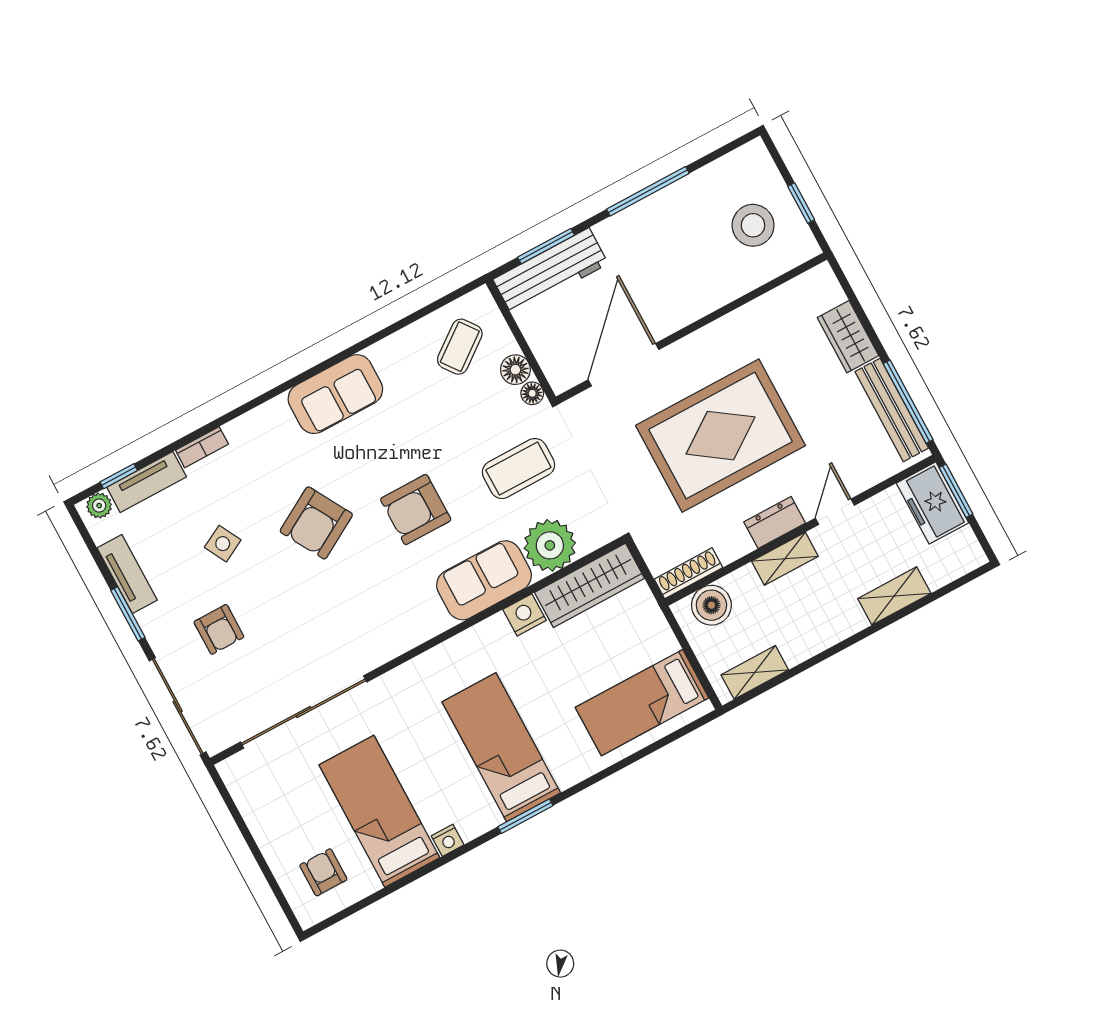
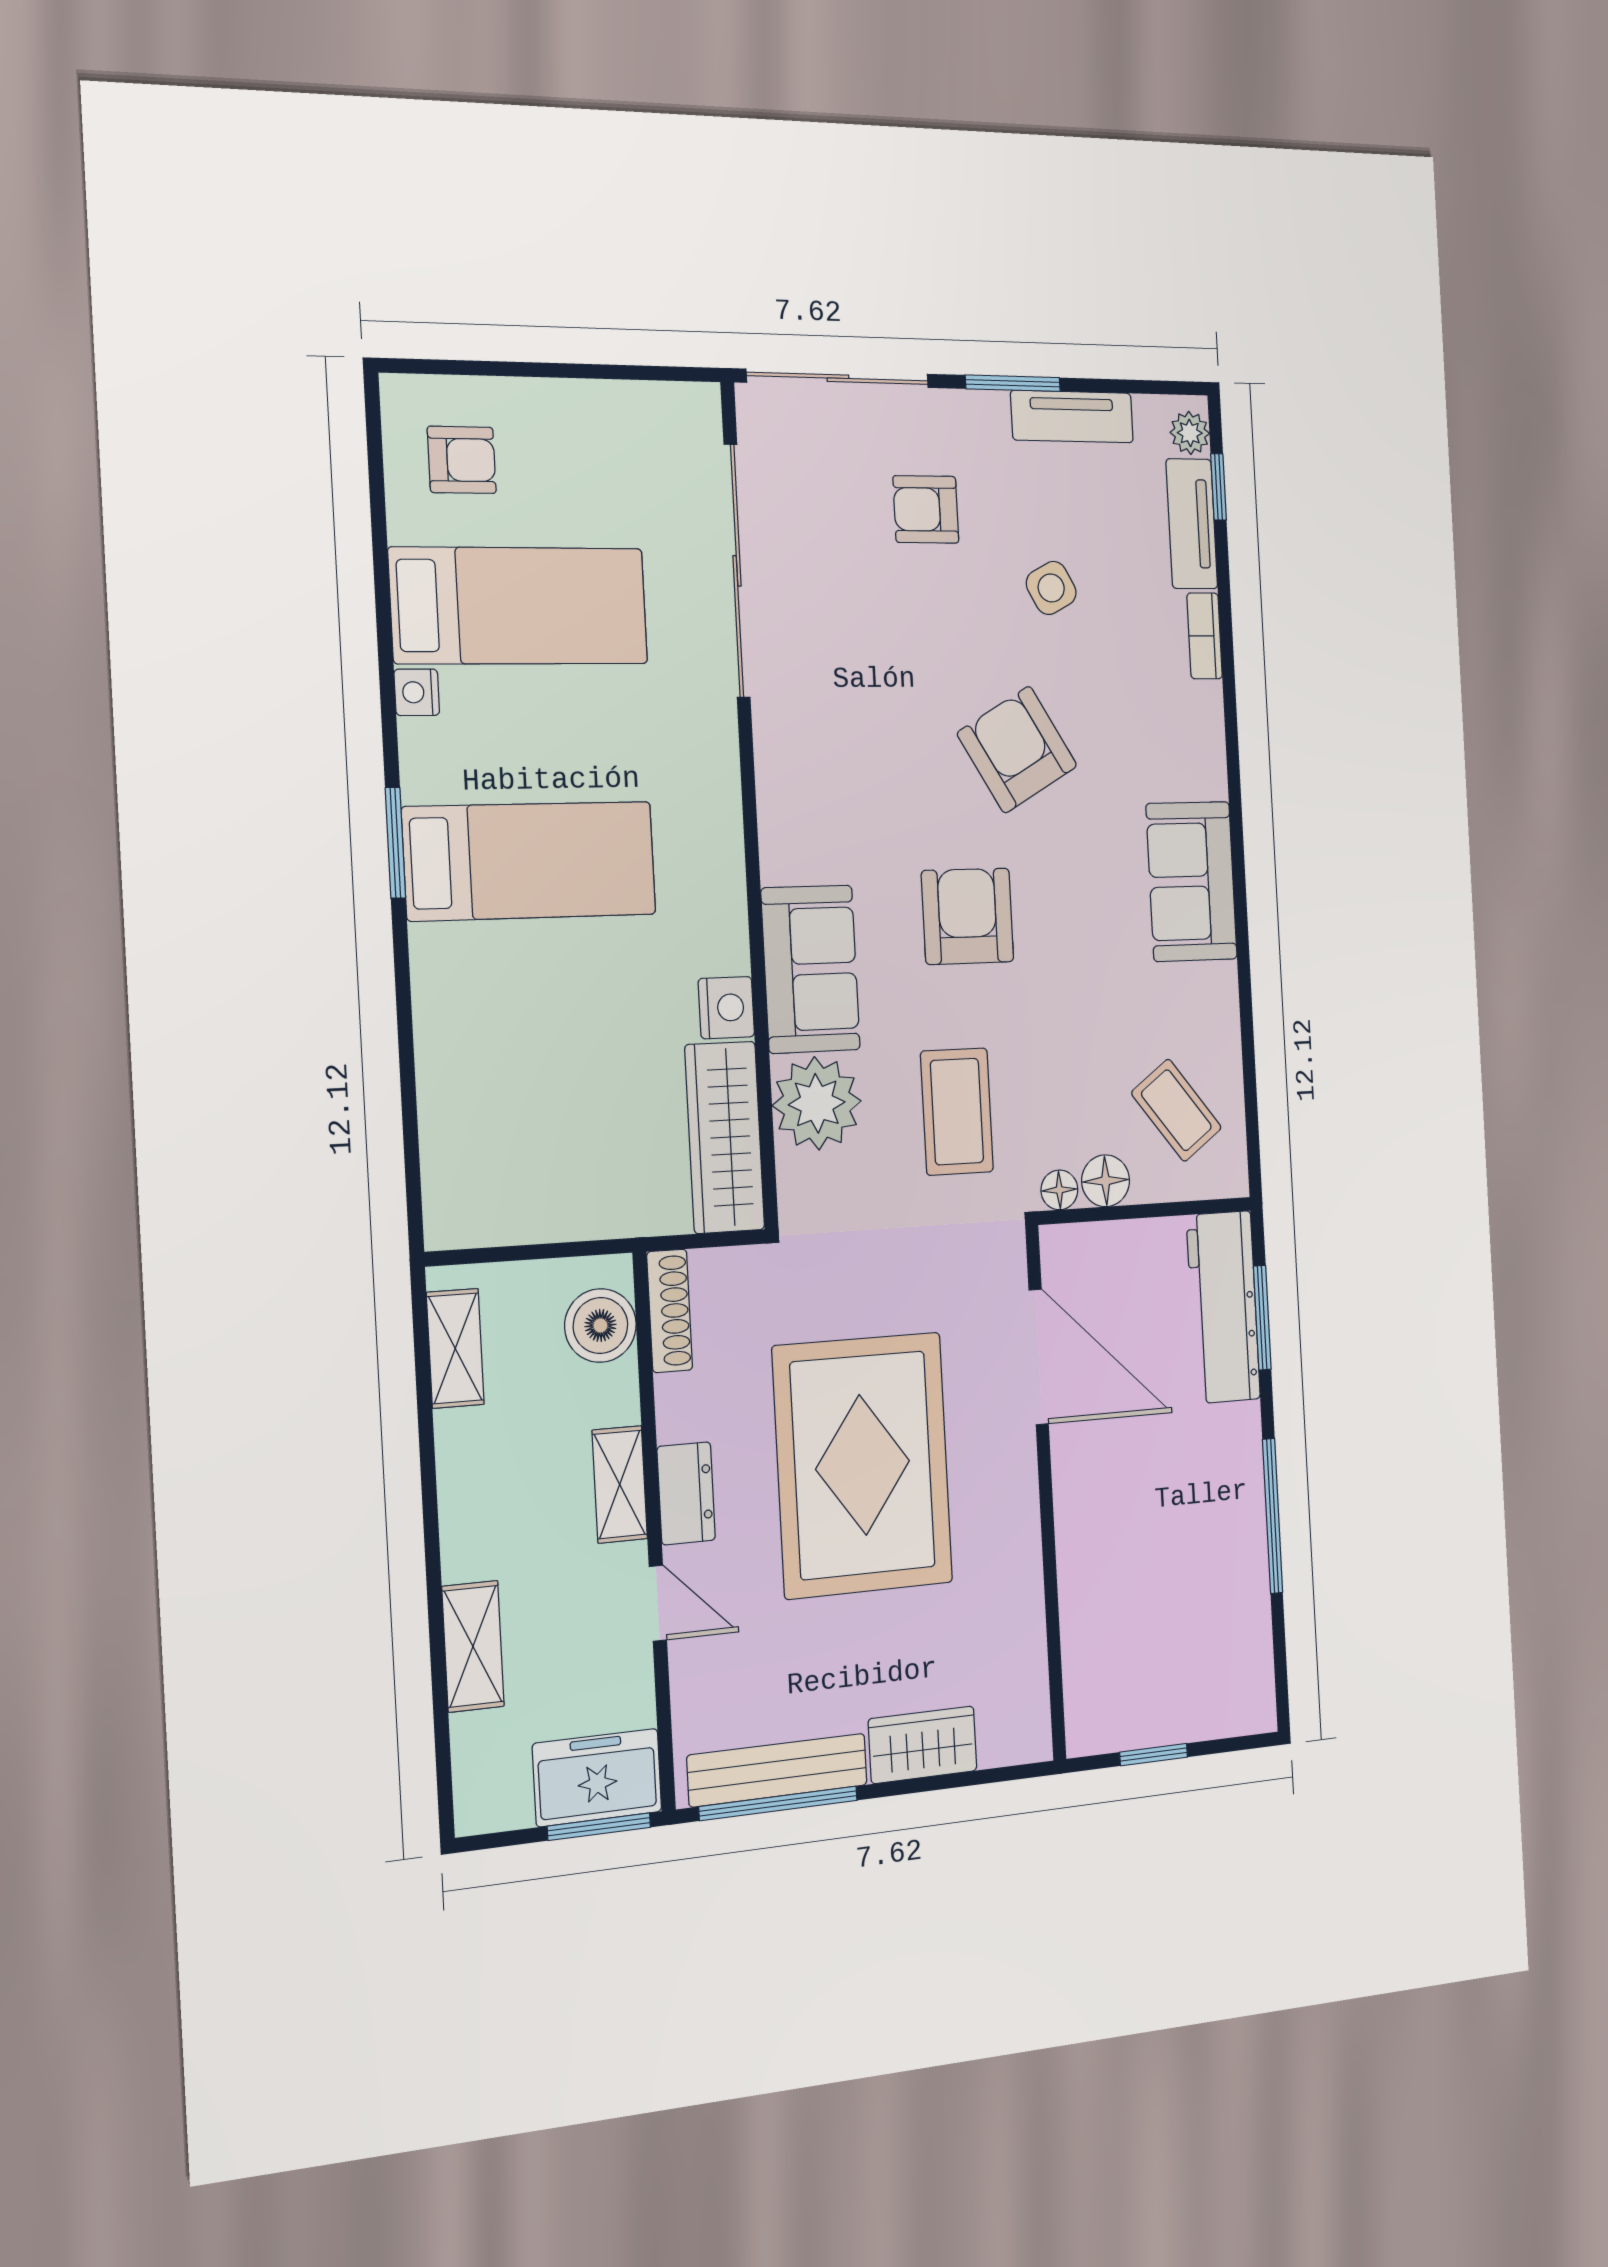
stool: (753, 225) -> (1154, 1662), removed
bed: (642, 703) -> (494, 1133), removed

